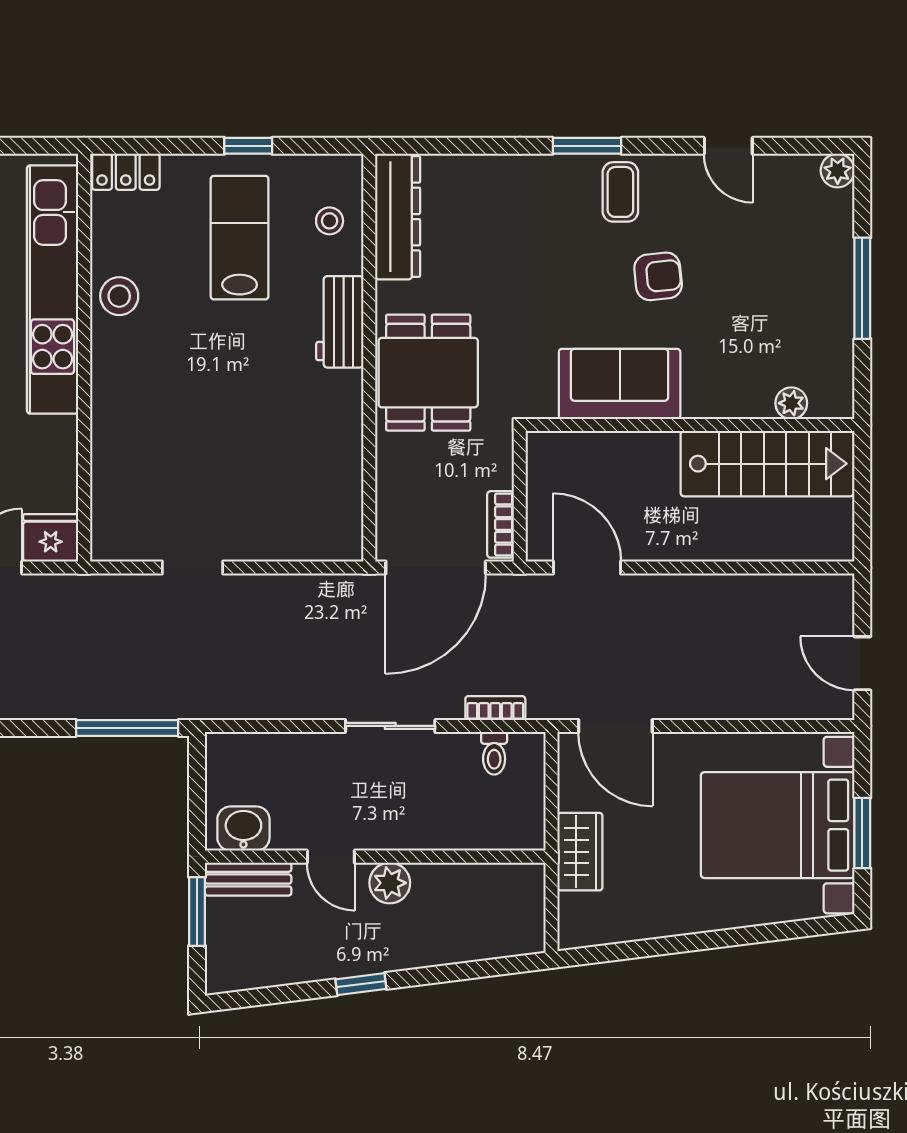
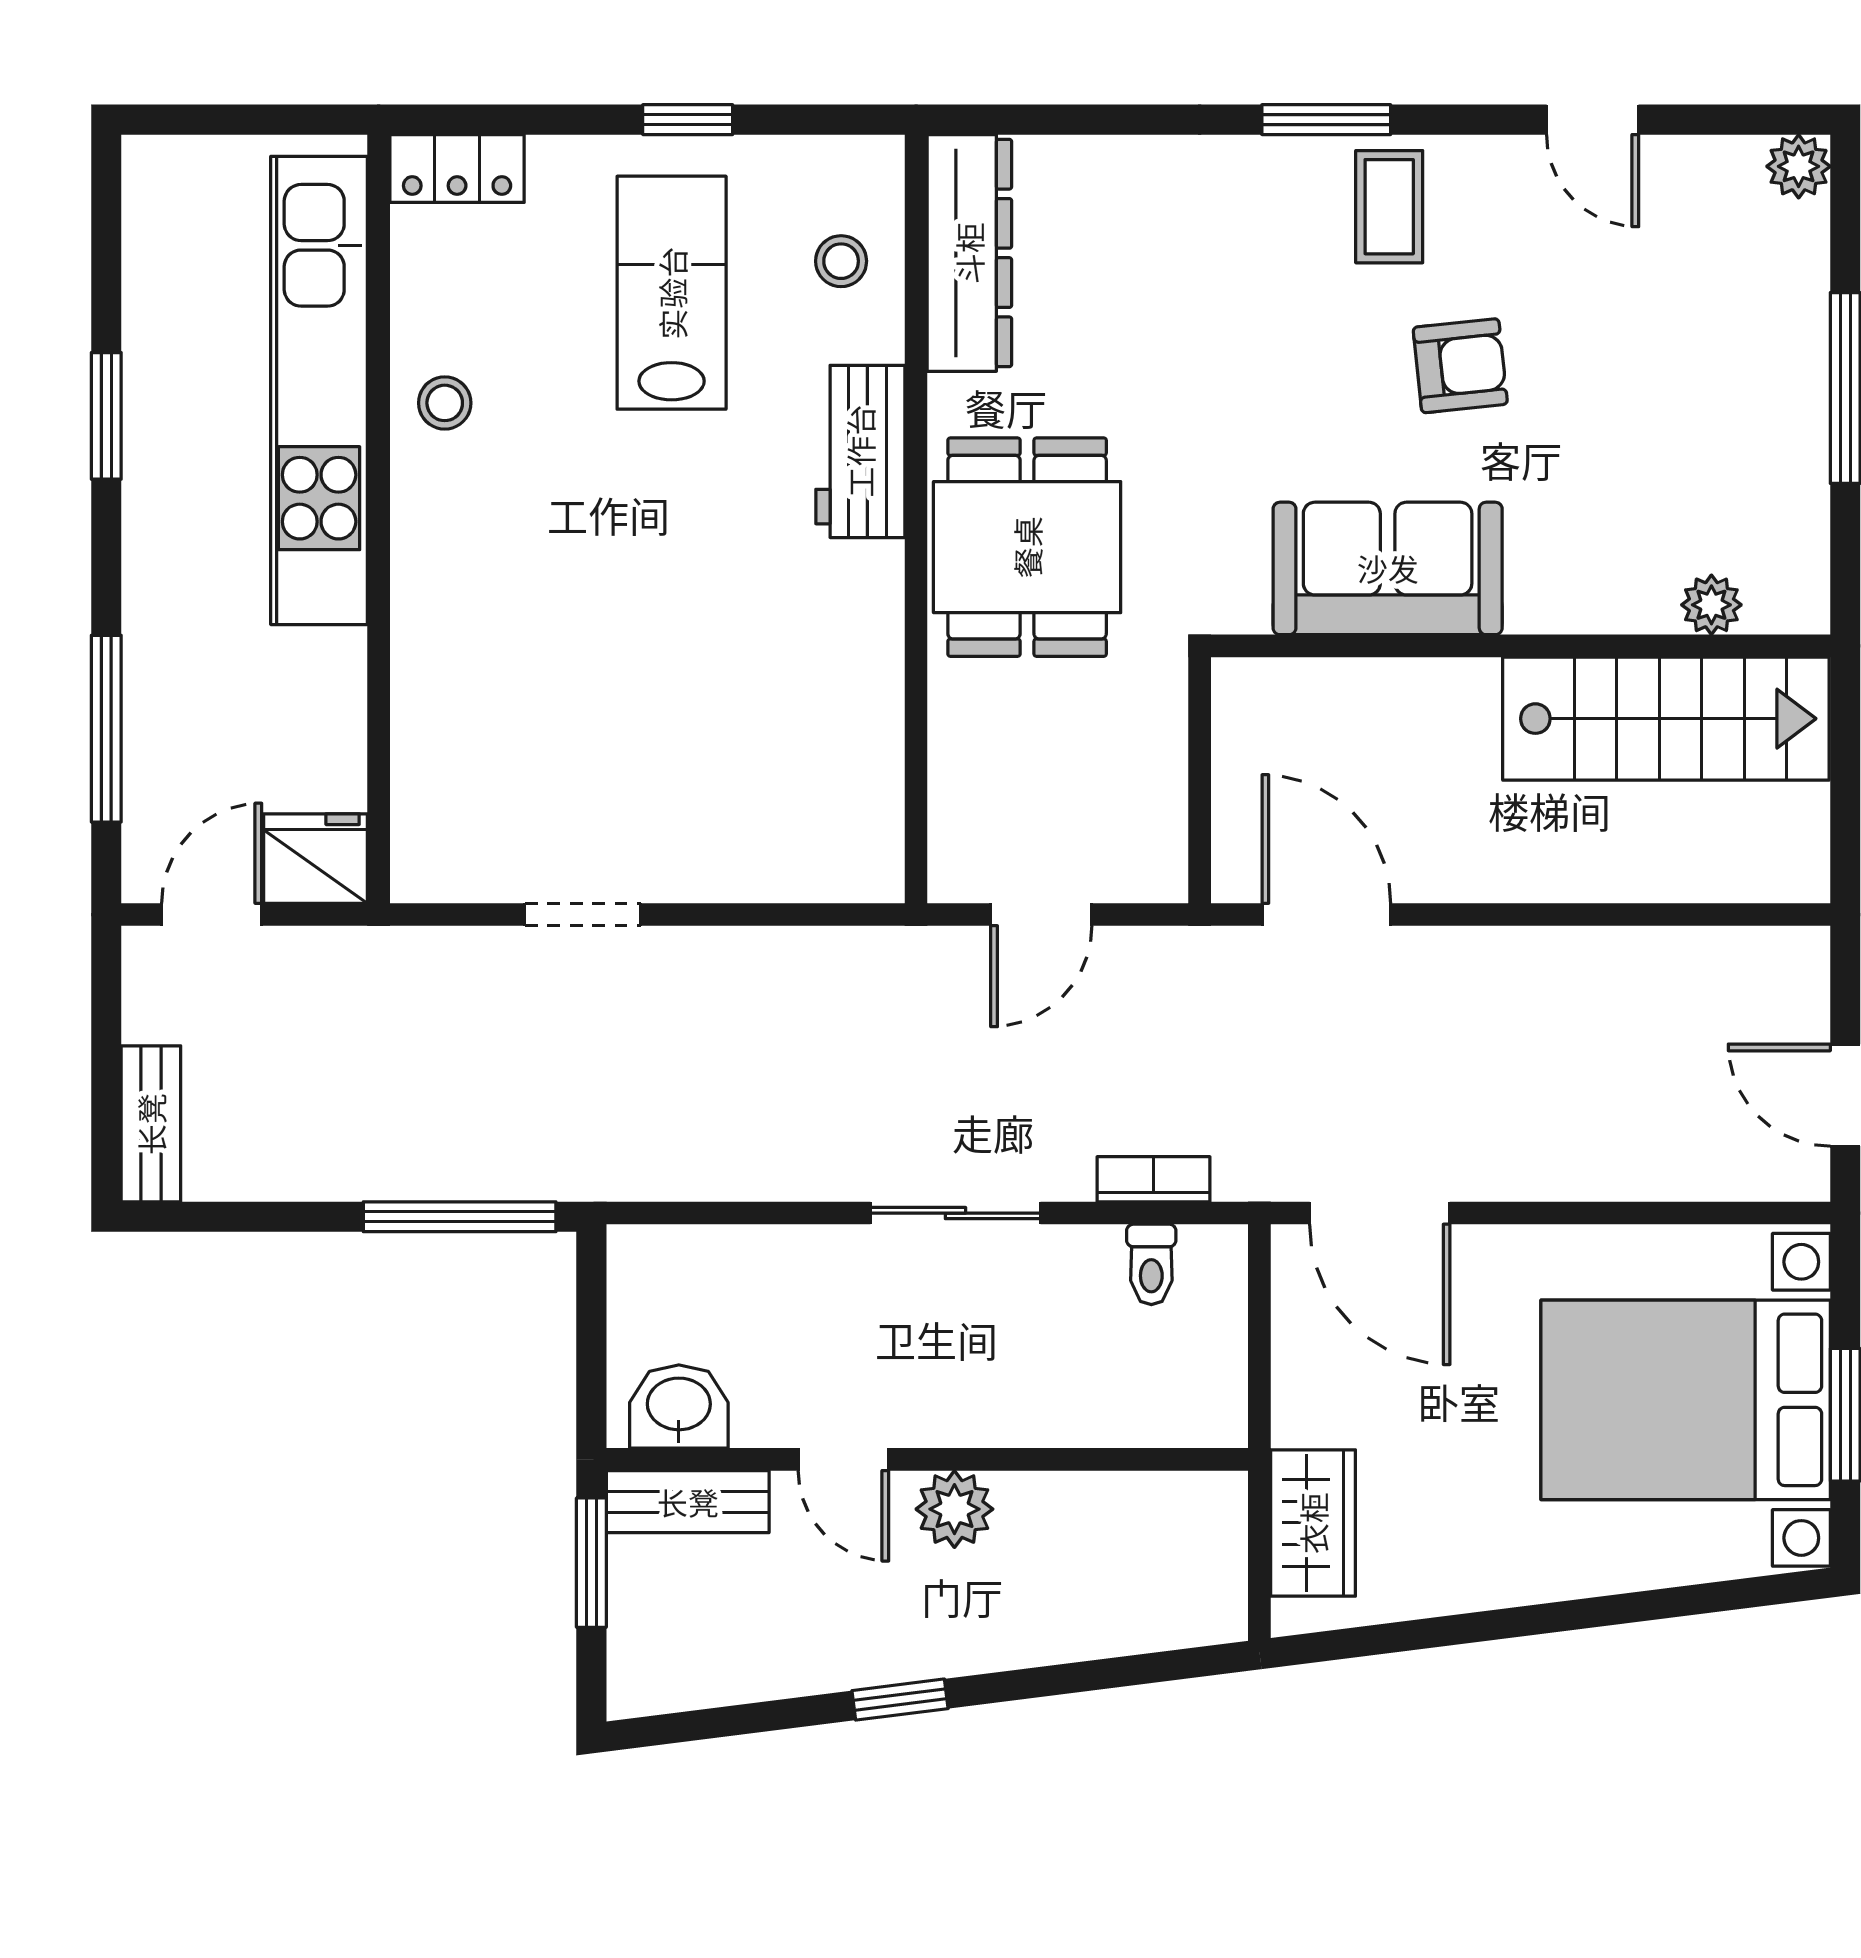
stool: (119, 296) -> (445, 403), width x0.73, depth x0.73
bookcase: (501, 524) -> (1163, 833), removed
door: (436, 568) -> (1041, 915), width x0.53
wardrobe: (580, 852) -> (1313, 1523), moved

